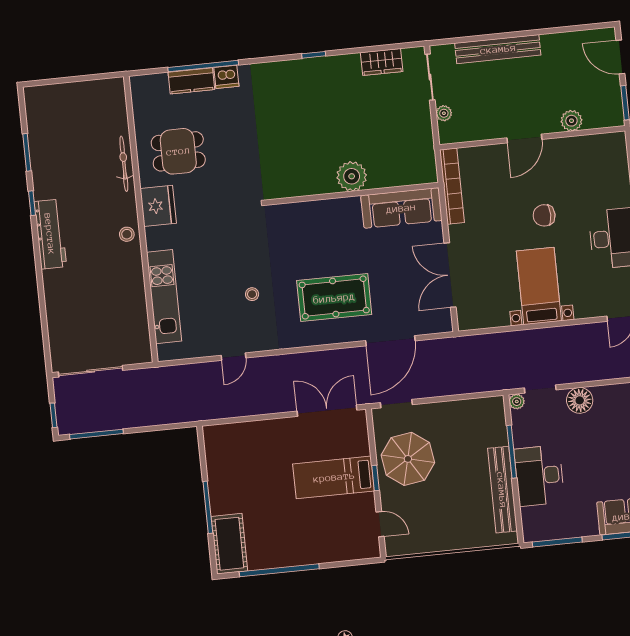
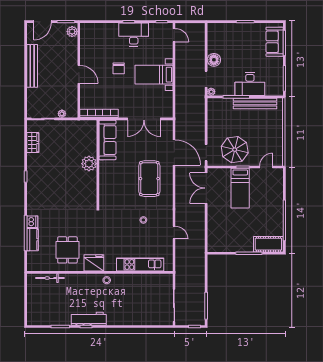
bench: (498, 49) -> (32, 66), moved
plant: (571, 121) -> (72, 32), moved
bicycle: (124, 164) -> (50, 278), moved
workbench: (50, 234) -> (89, 319), moved

